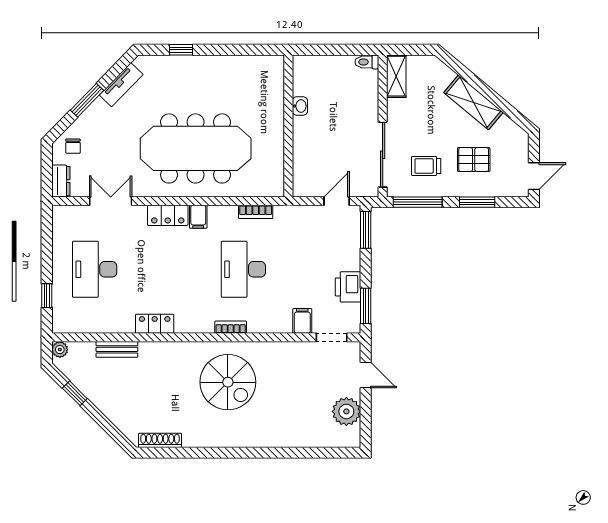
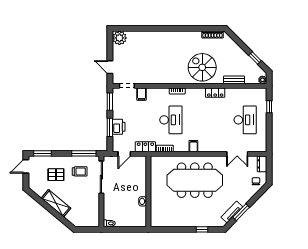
shelving: (396, 76) -> (95, 216), removed
window: (87, 100) -> (241, 212), moved
window: (477, 202) -> (42, 153), moved
locker: (168, 215) -> (145, 147), moved
window: (366, 230) -> (110, 127), moved
printer: (348, 287) -> (119, 127), moved
spiral stairs: (228, 382) -> (202, 67), moved
plant: (346, 411) -> (119, 38), moved

